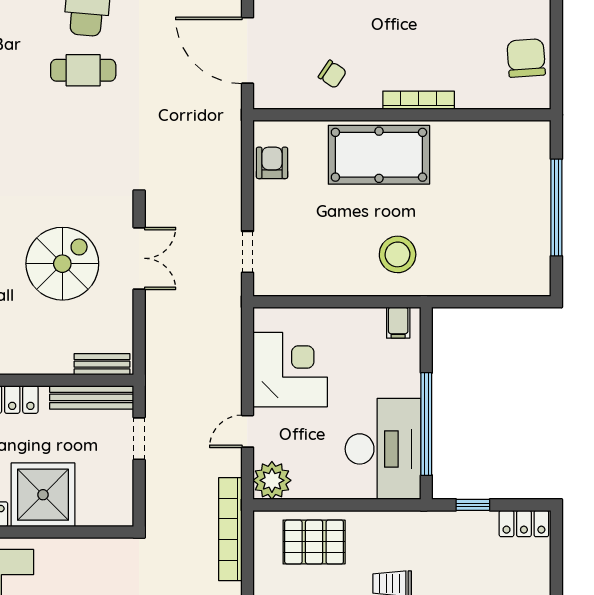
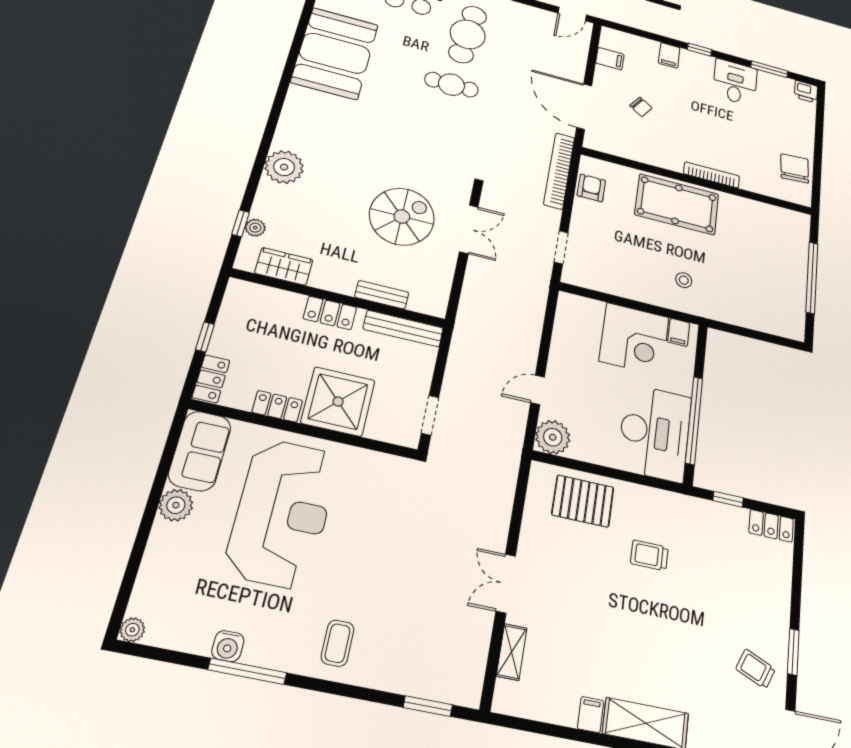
chair: (332, 74) -> (641, 107), moved
stool: (398, 254) -> (684, 280), width x0.53, depth x0.53
bench: (102, 364) -> (382, 295), moved
corner desk: (290, 370) -> (634, 339), moved, turned 90
doorway: (139, 439) -> (430, 415), moved
bookcase: (230, 529) -> (559, 171), moved

